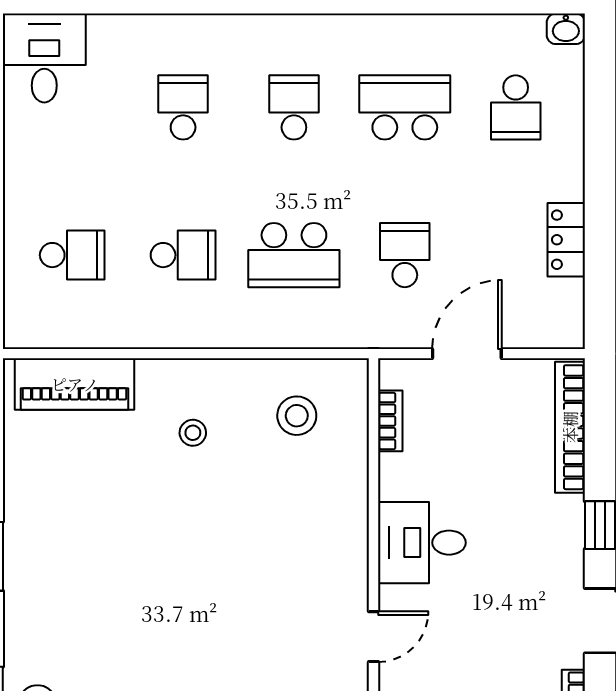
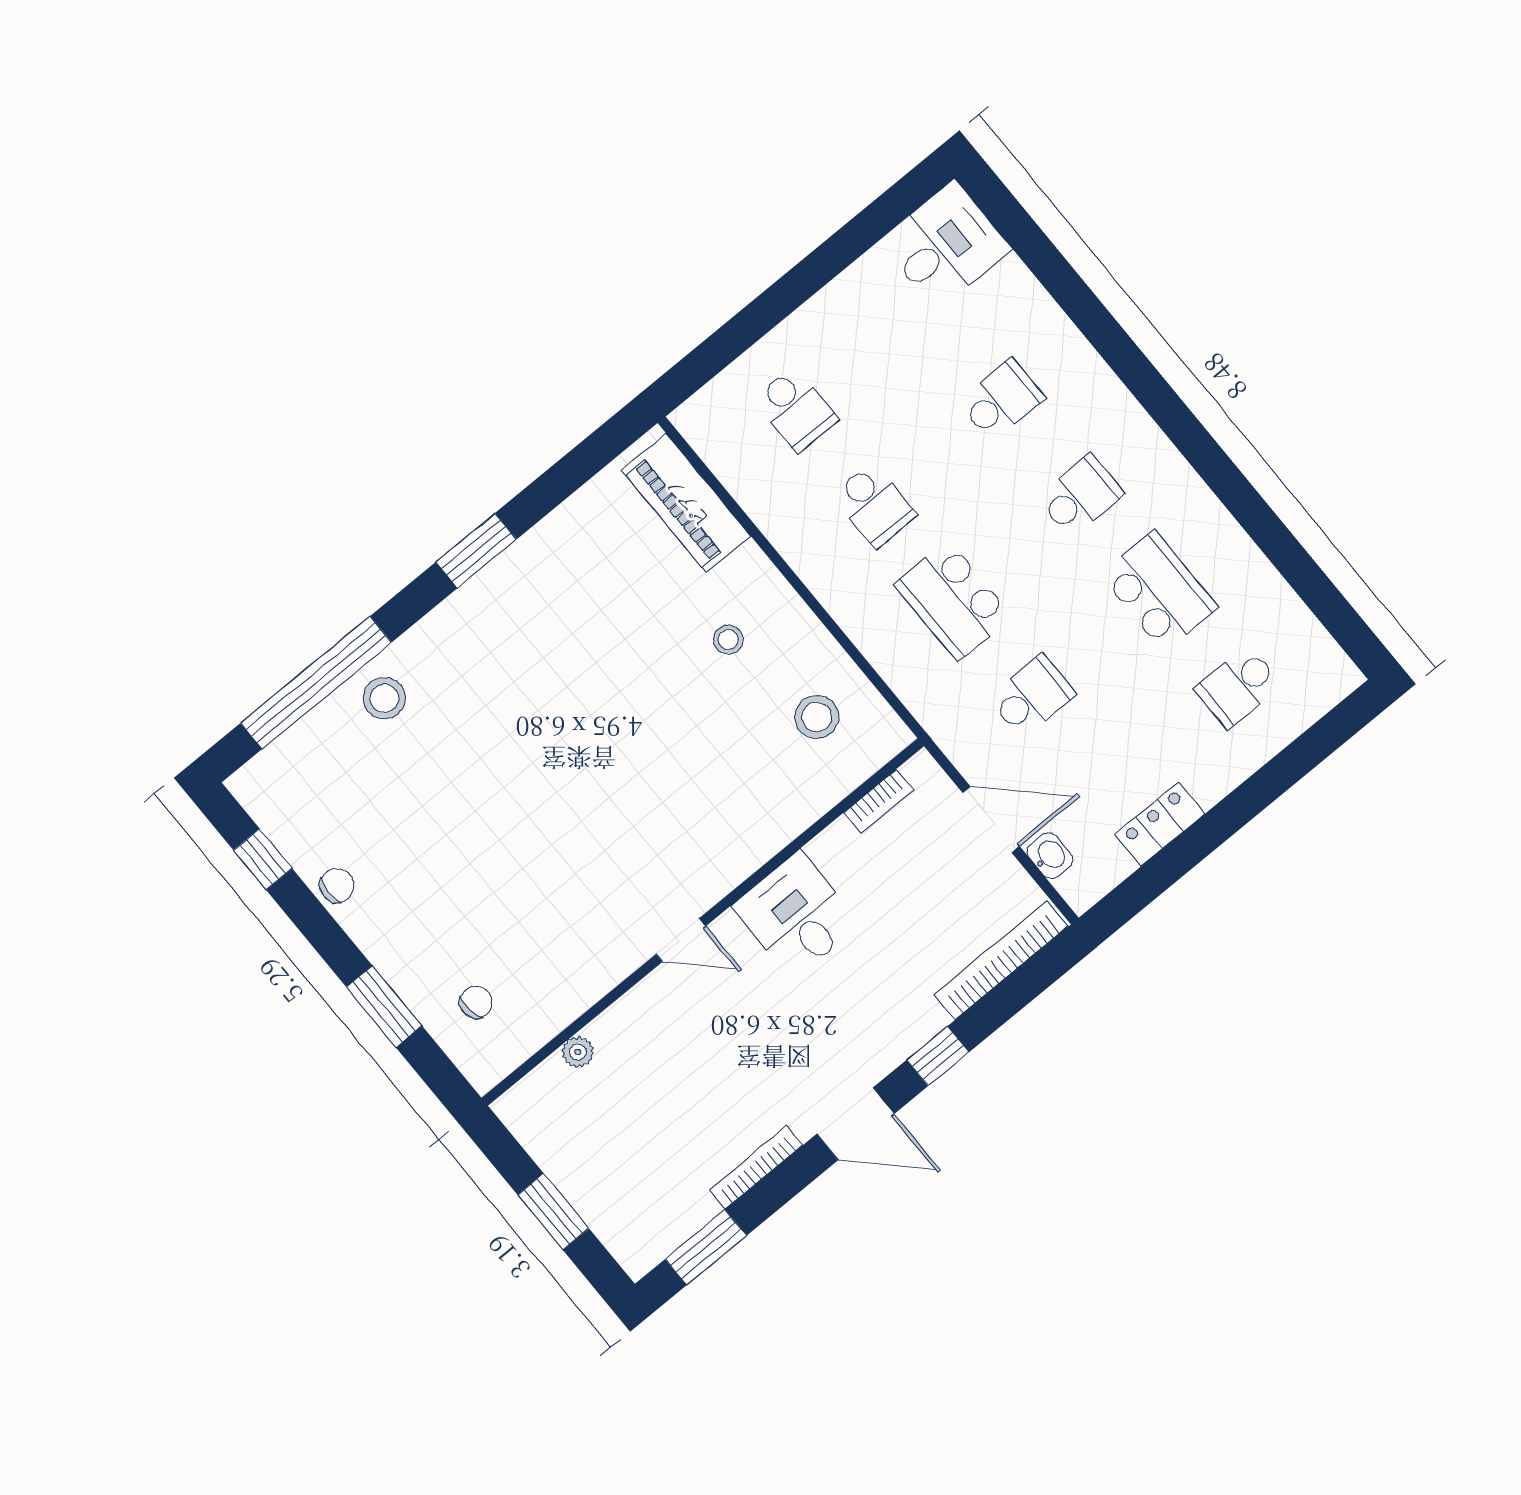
washbasin: (566, 29) -> (1050, 856), moved, turned 180

